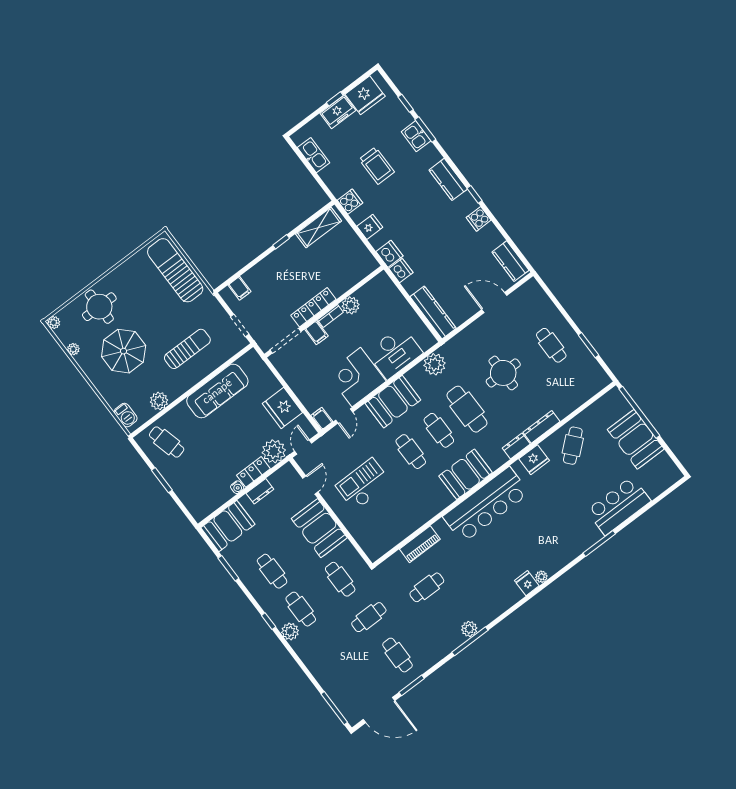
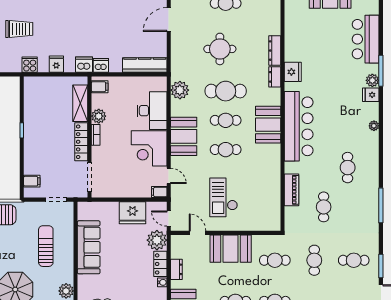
shelving: (319, 227) -> (80, 103), moved
filing cabinet: (316, 333) -> (100, 87), moved
cafe table: (573, 446) -> (348, 168), moved, turned 41
fridge: (527, 583) -> (371, 95), moved
plant: (469, 629) -> (372, 80), moved

